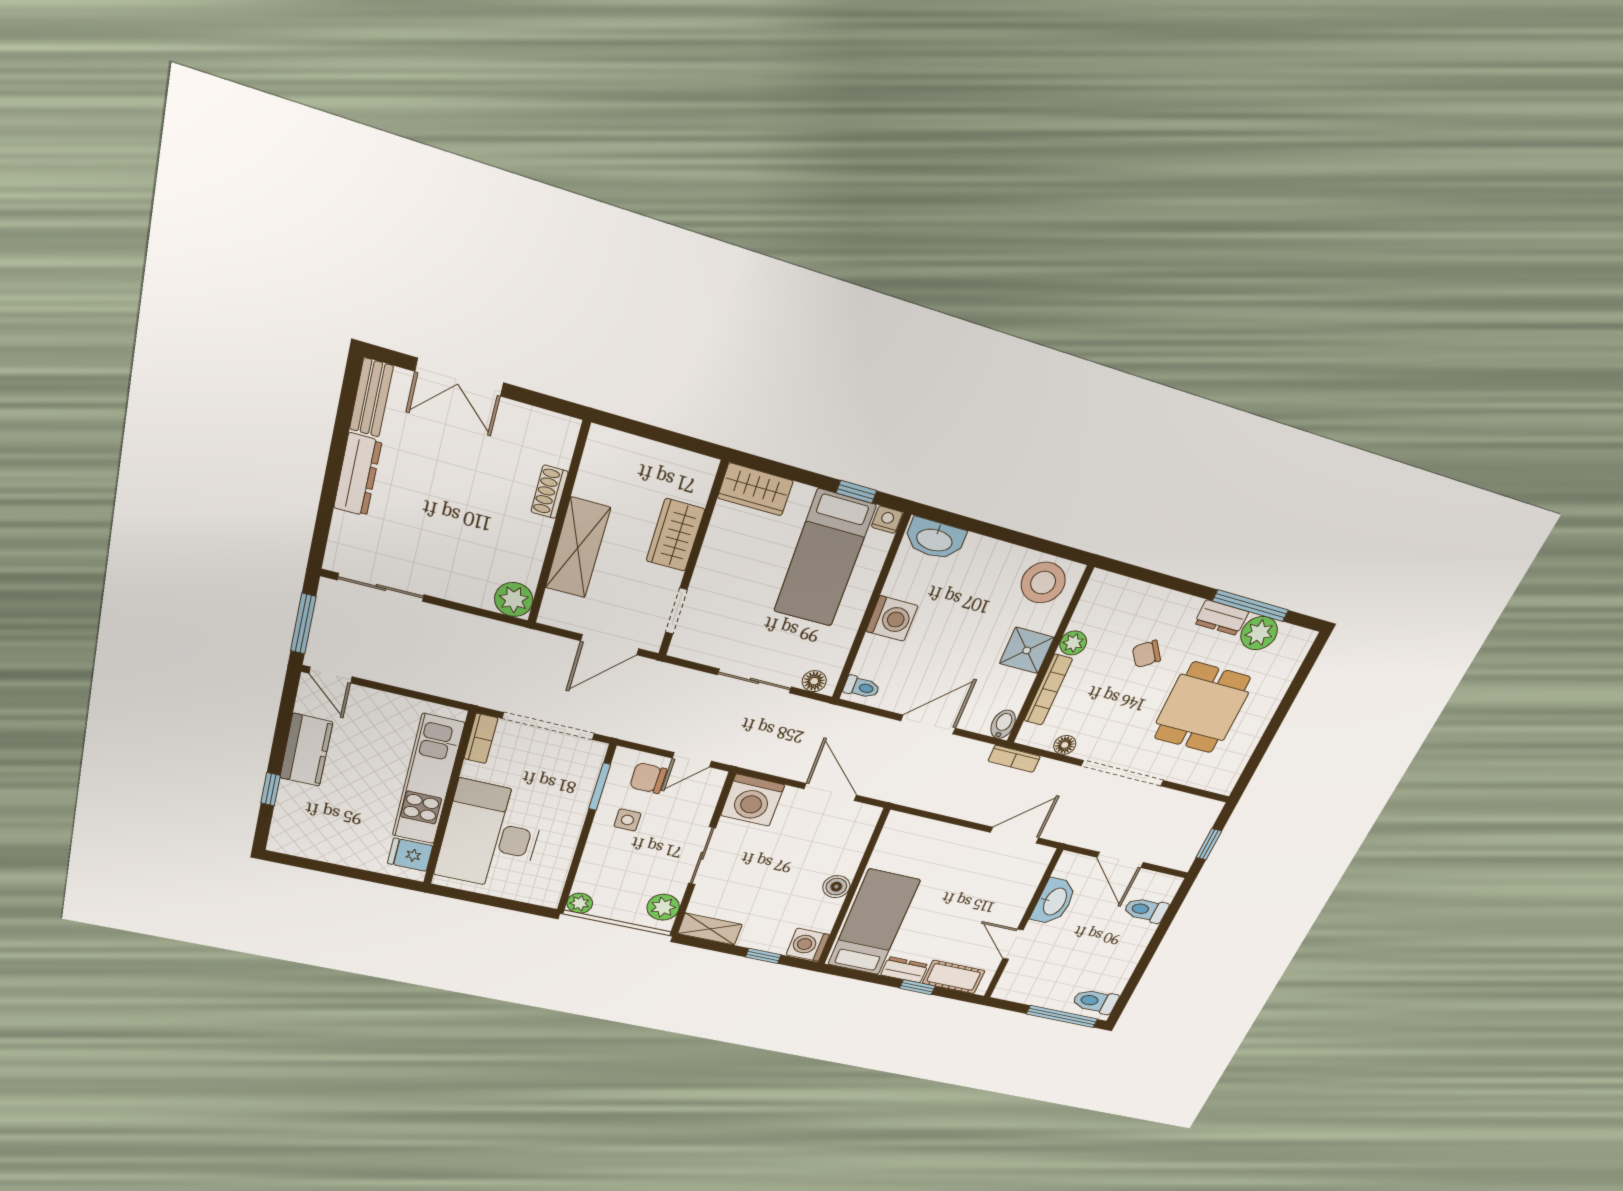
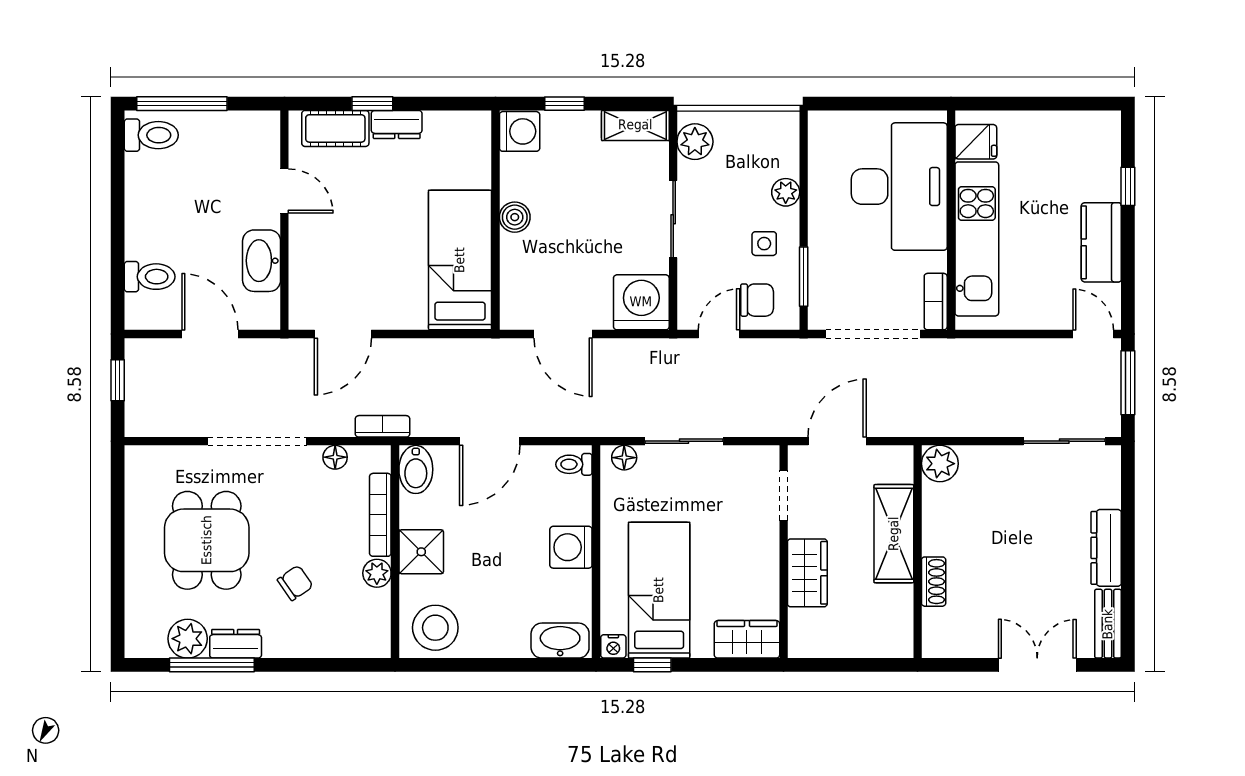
bidet: (1003, 724) -> (416, 469), width x1.38, depth x1.36
plant: (580, 903) -> (786, 192), moved
bed: (874, 923) -> (460, 260), moved, turned 180

